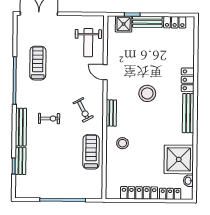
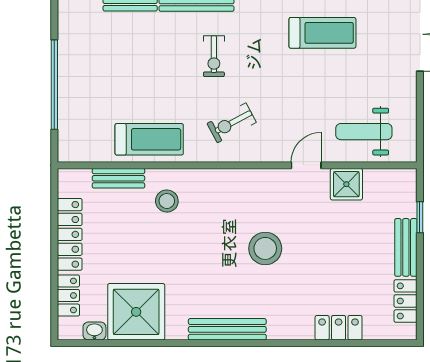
shower: (124, 24) -> (346, 184), moved
locker: (188, 80) -> (339, 328), moved
bench: (111, 113) -> (118, 178), moved

